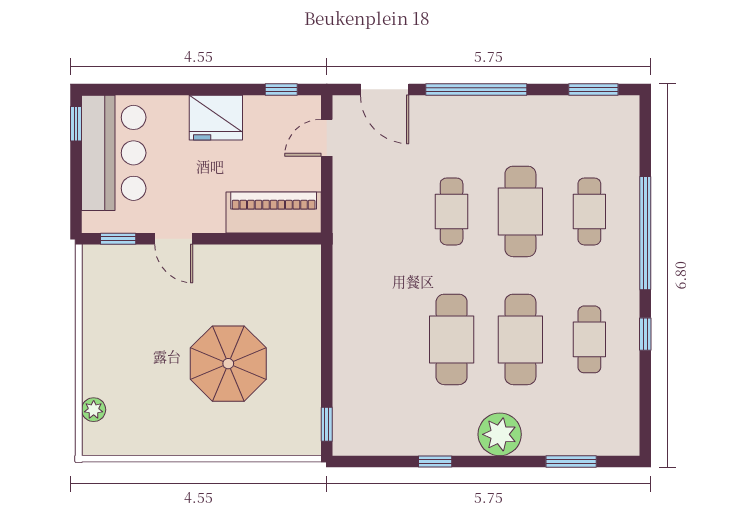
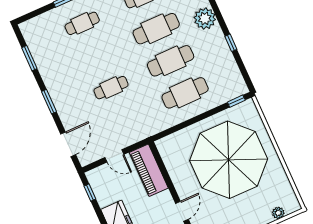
window: (476, 89) -> (49, 102), width x0.47
window: (593, 89) -> (29, 58), moved
door: (327, 138) -> (114, 156), moved
cafe table: (520, 211) -> (185, 93), moved
parasol: (228, 364) -> (229, 160), width x1.86, depth x1.86

